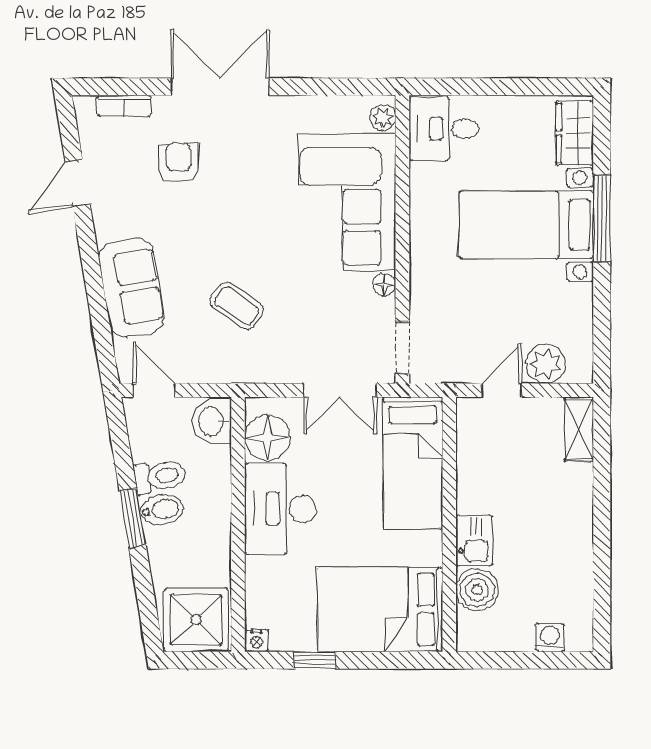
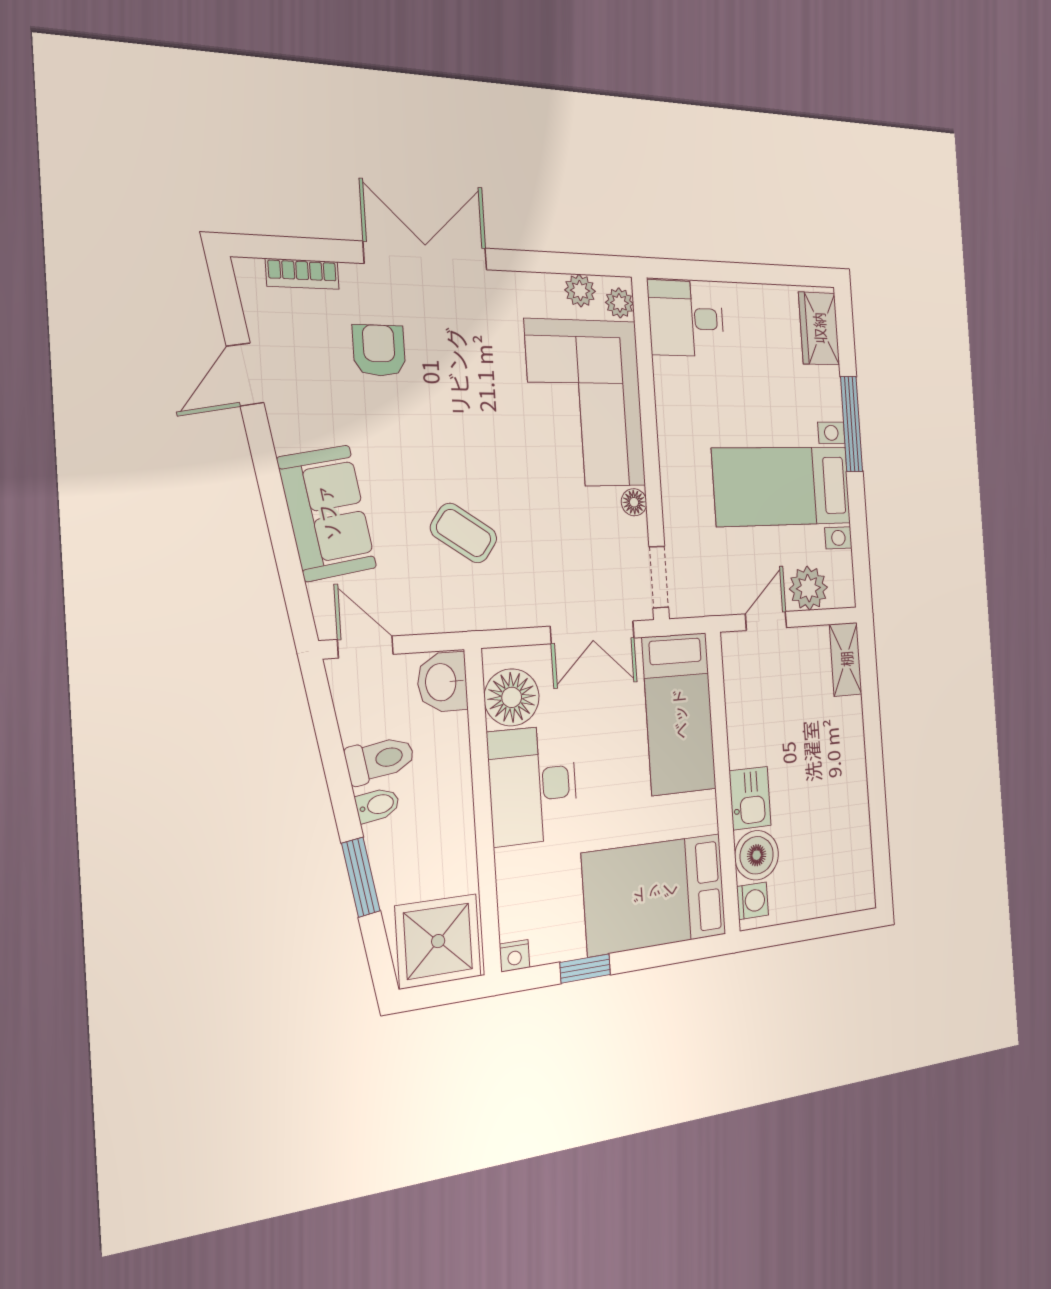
plant: (348, 109) -> (580, 291), added
bed with nightstands: (526, 225) -> (782, 486), moved
bidet: (162, 510) -> (378, 805), width x0.72, depth x0.74
window: (133, 518) -> (361, 877), moved
washing machine: (550, 638) -> (753, 901), moved, turned 90

